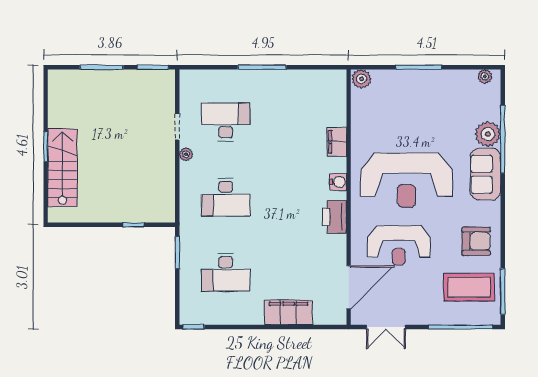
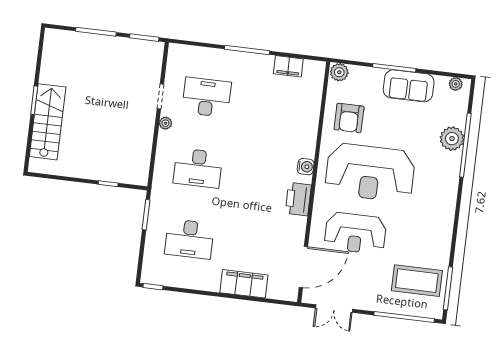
filing cabinet: (337, 142) -> (288, 66), moved, turned -90
sofa: (486, 174) -> (409, 86), moved, turned -90
armchair: (476, 241) -> (349, 118), moved, turned 90

